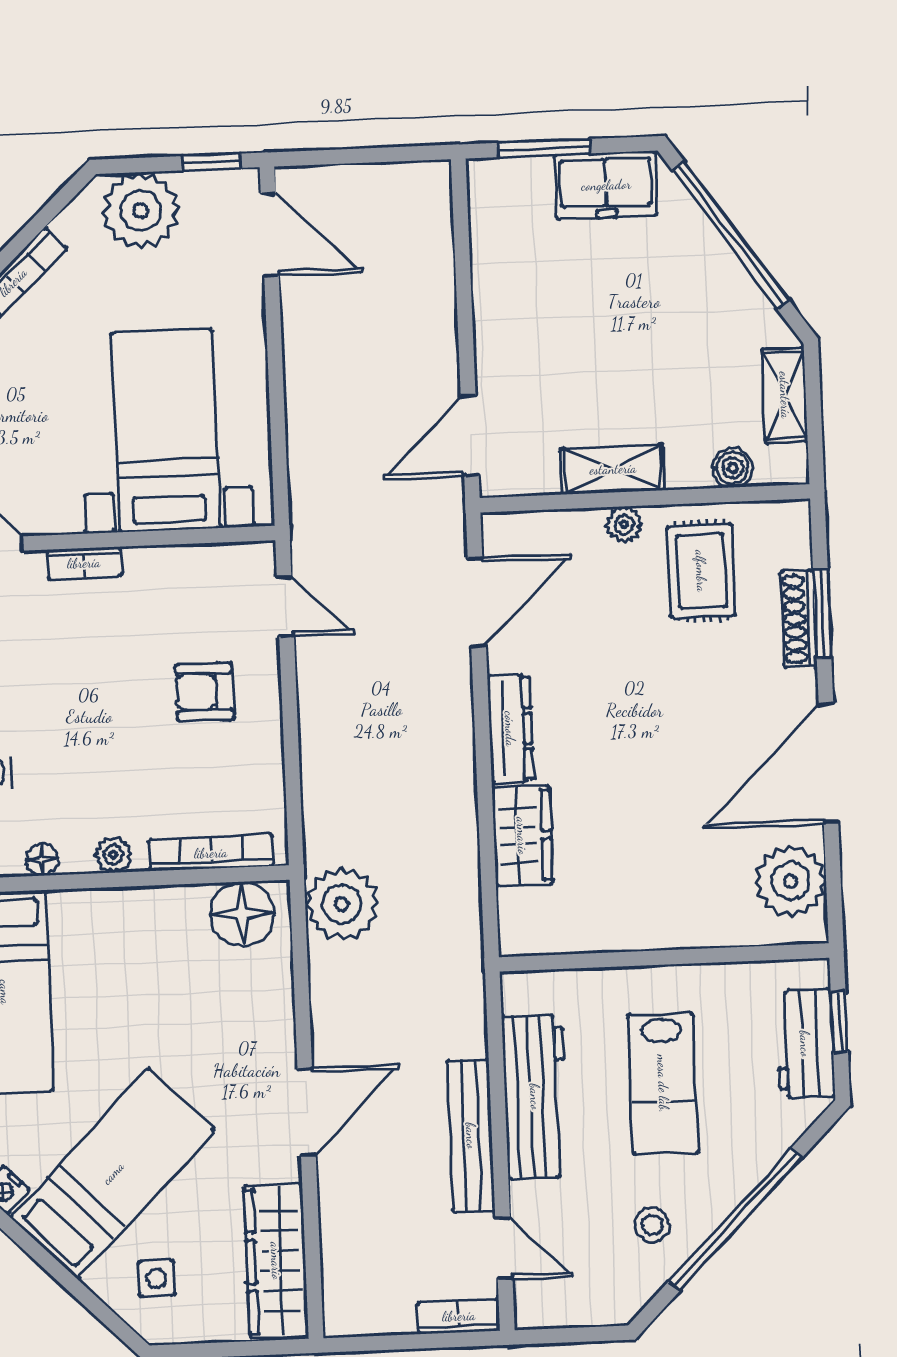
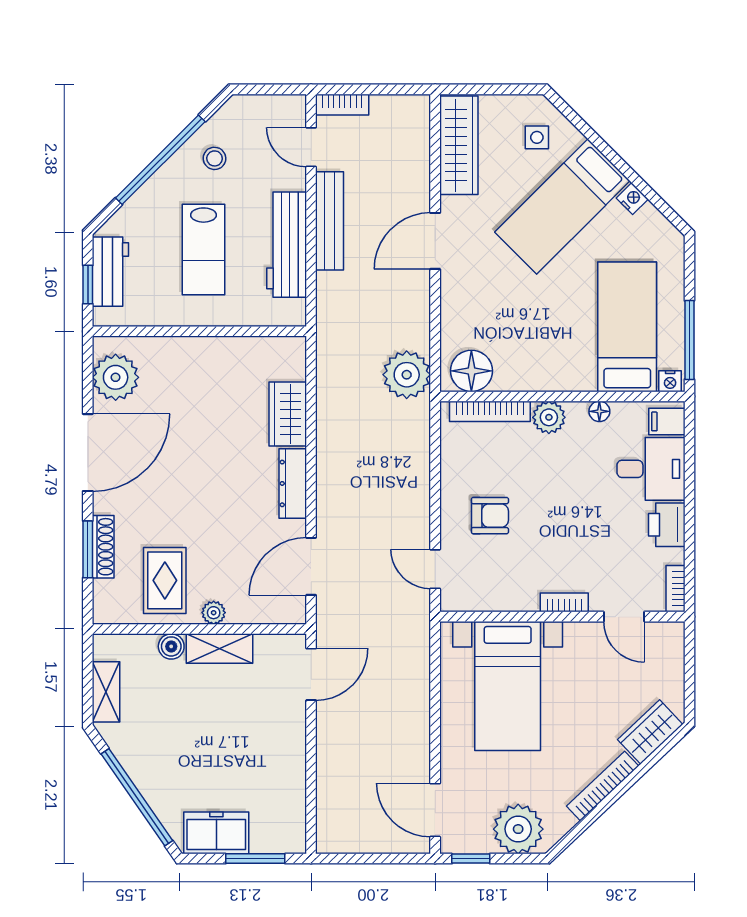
boiler: (733, 468) -> (171, 646), moved
plant: (113, 854) -> (549, 417), width x1.38, depth x1.38
lab bench: (663, 1084) -> (204, 250), turned 180

